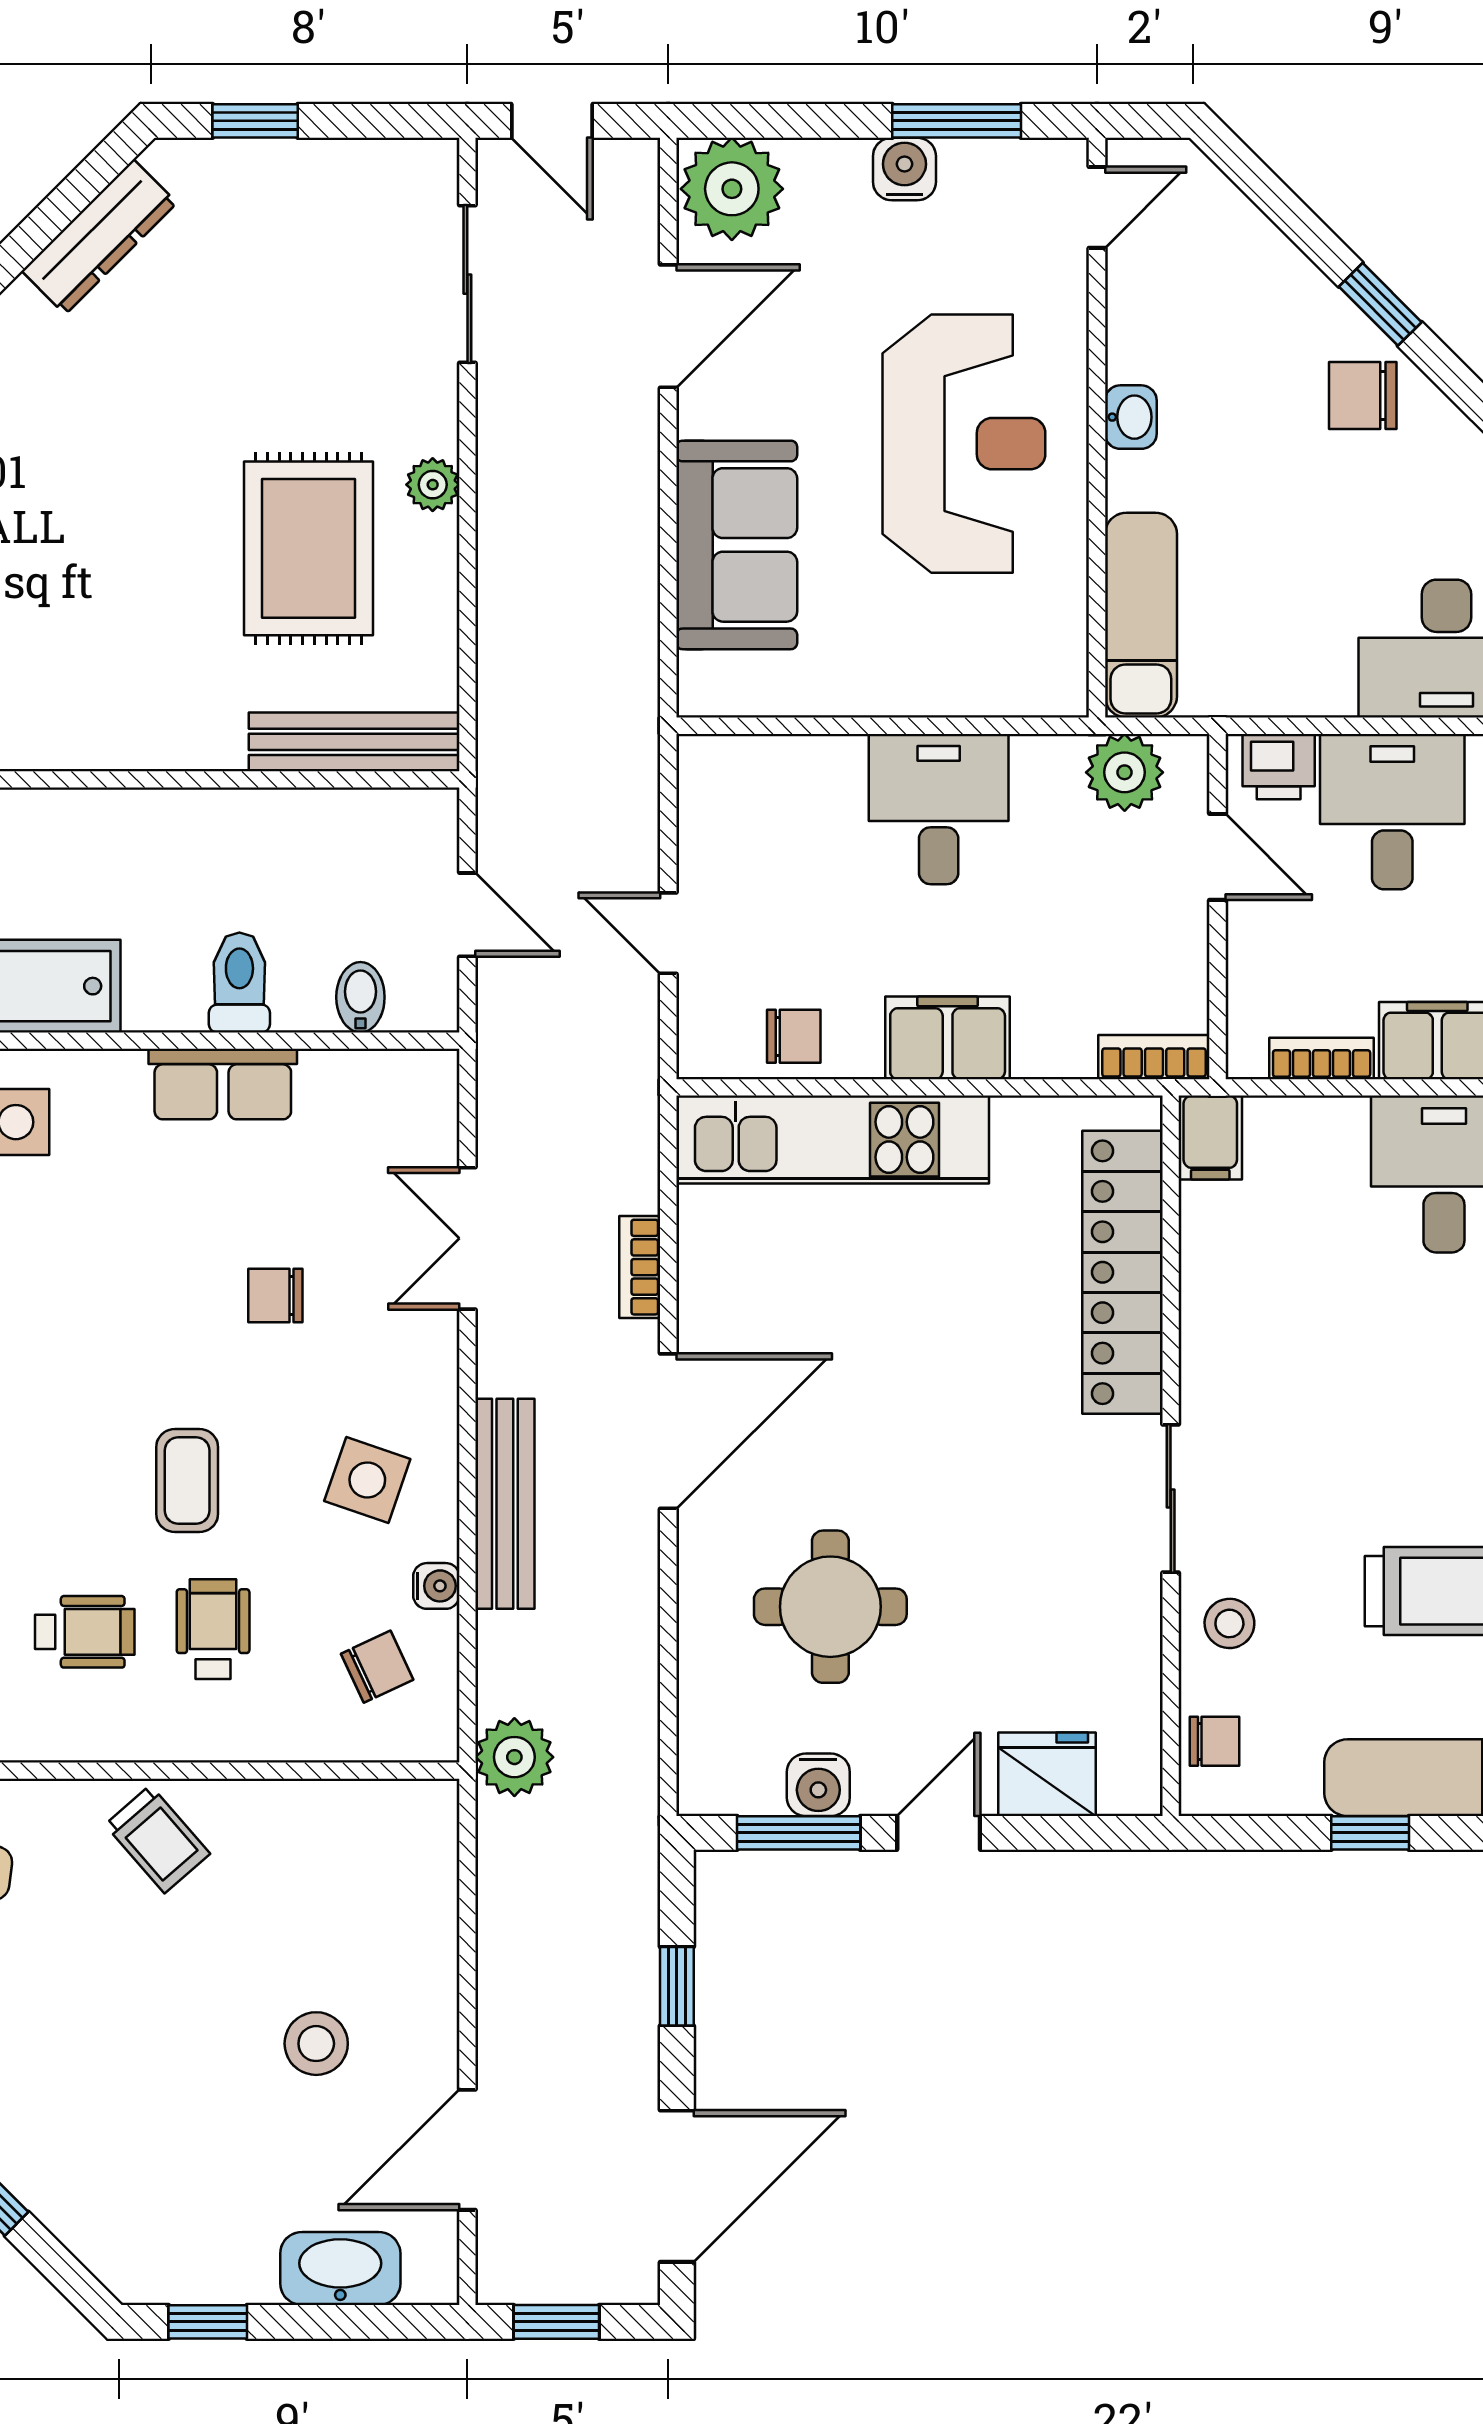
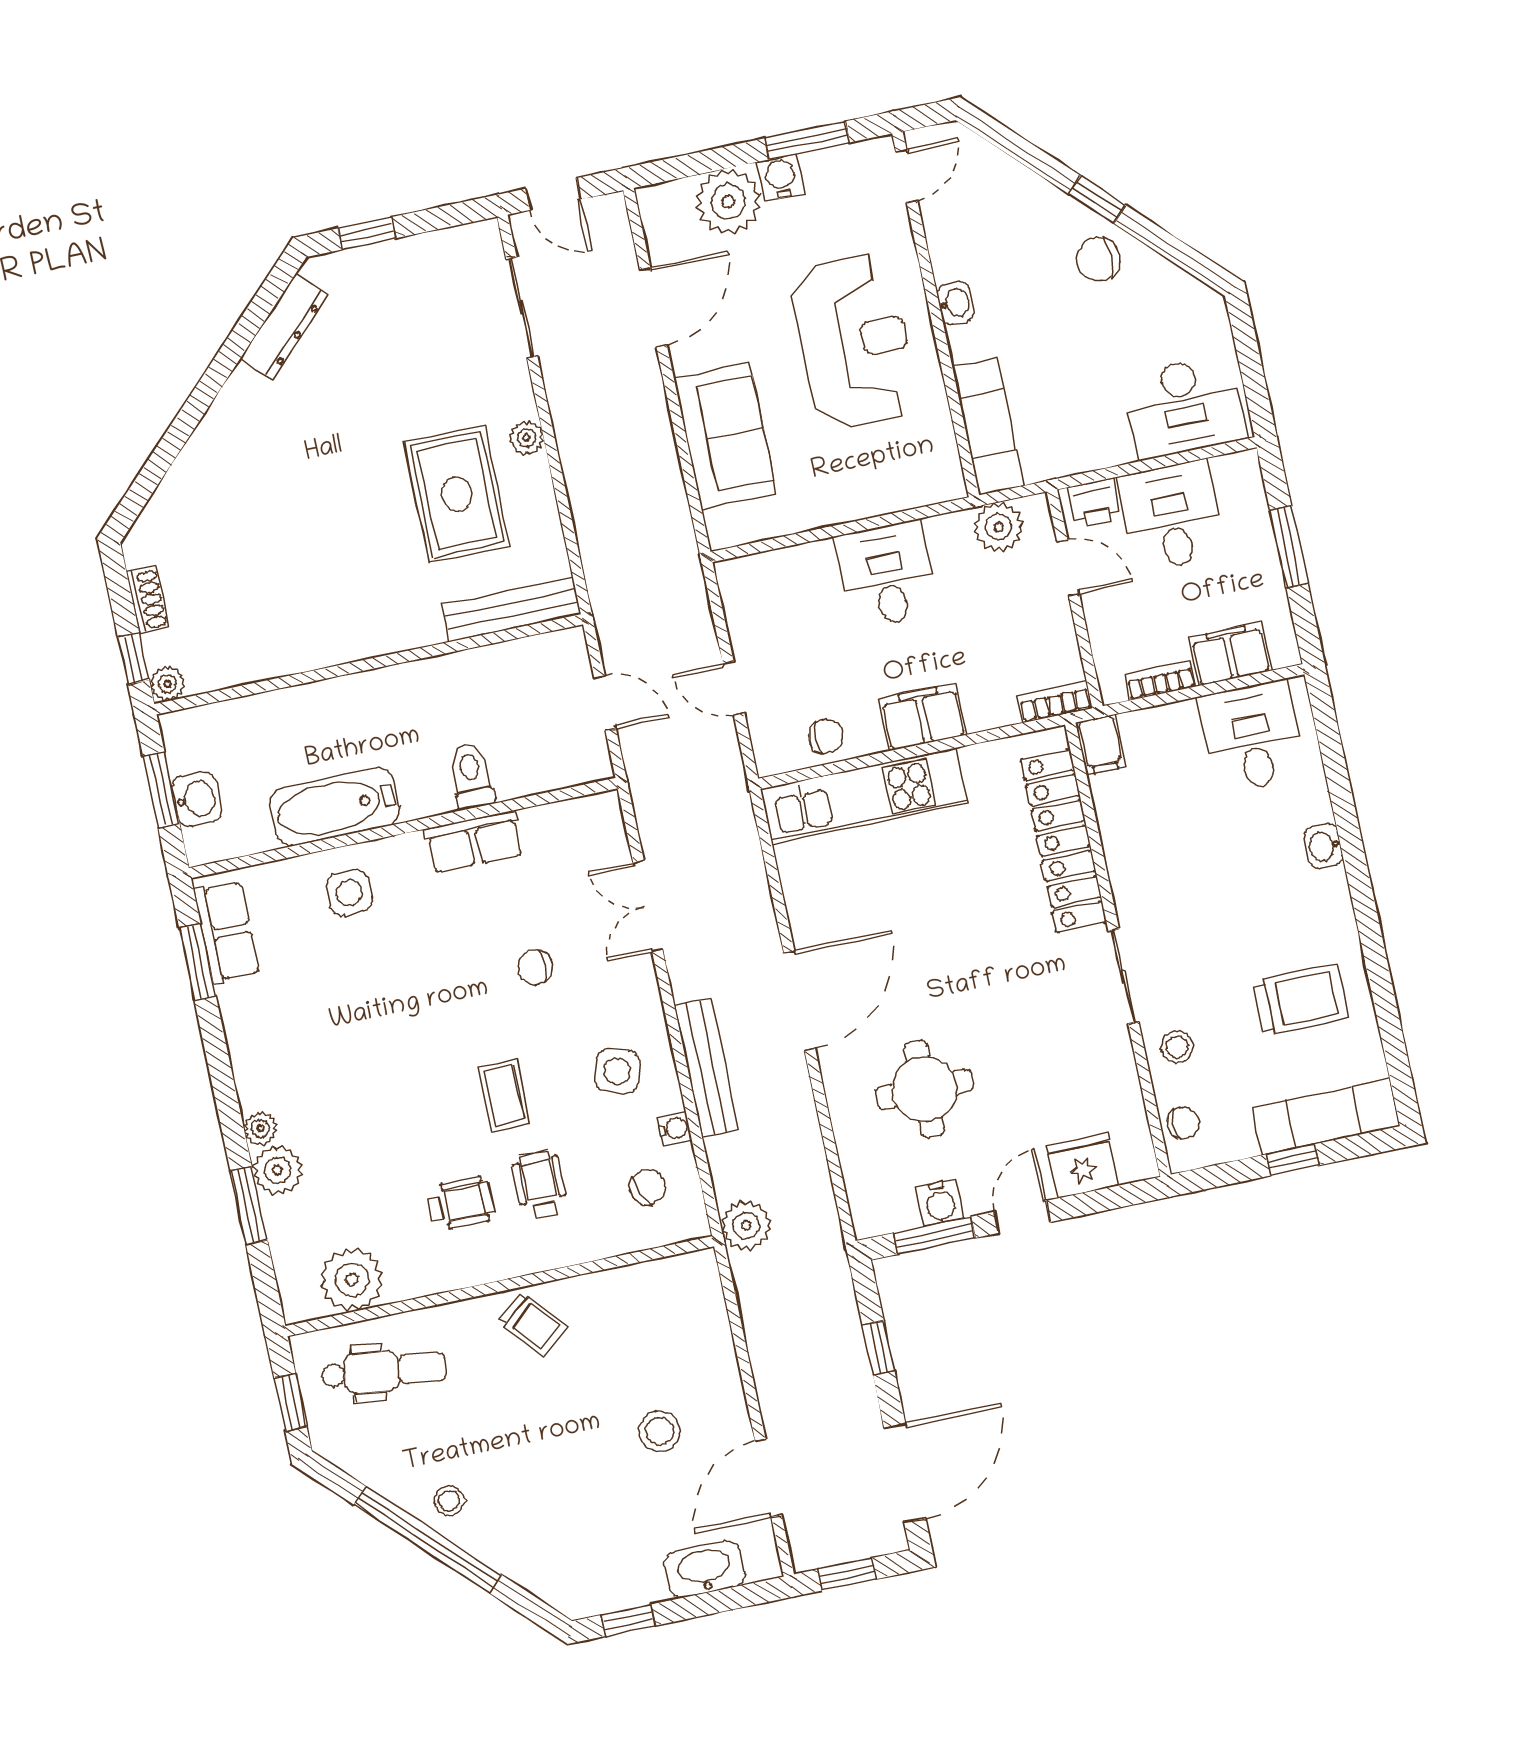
plant: (732, 189) -> (728, 202), moved
bidet: (360, 997) -> (549, 769), removed
bookcase: (640, 1267) -> (760, 901), removed

